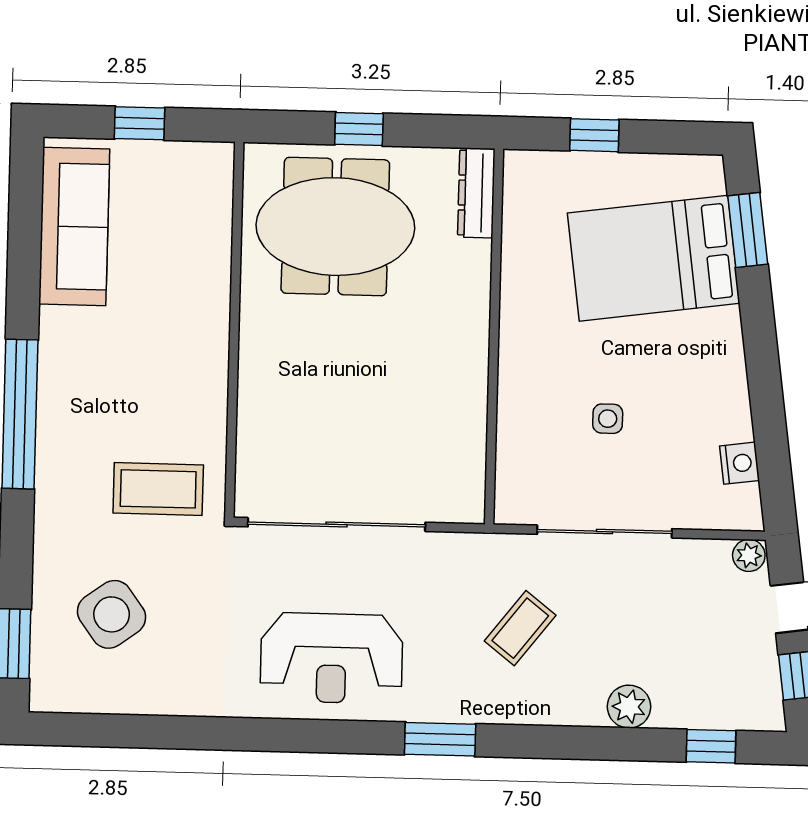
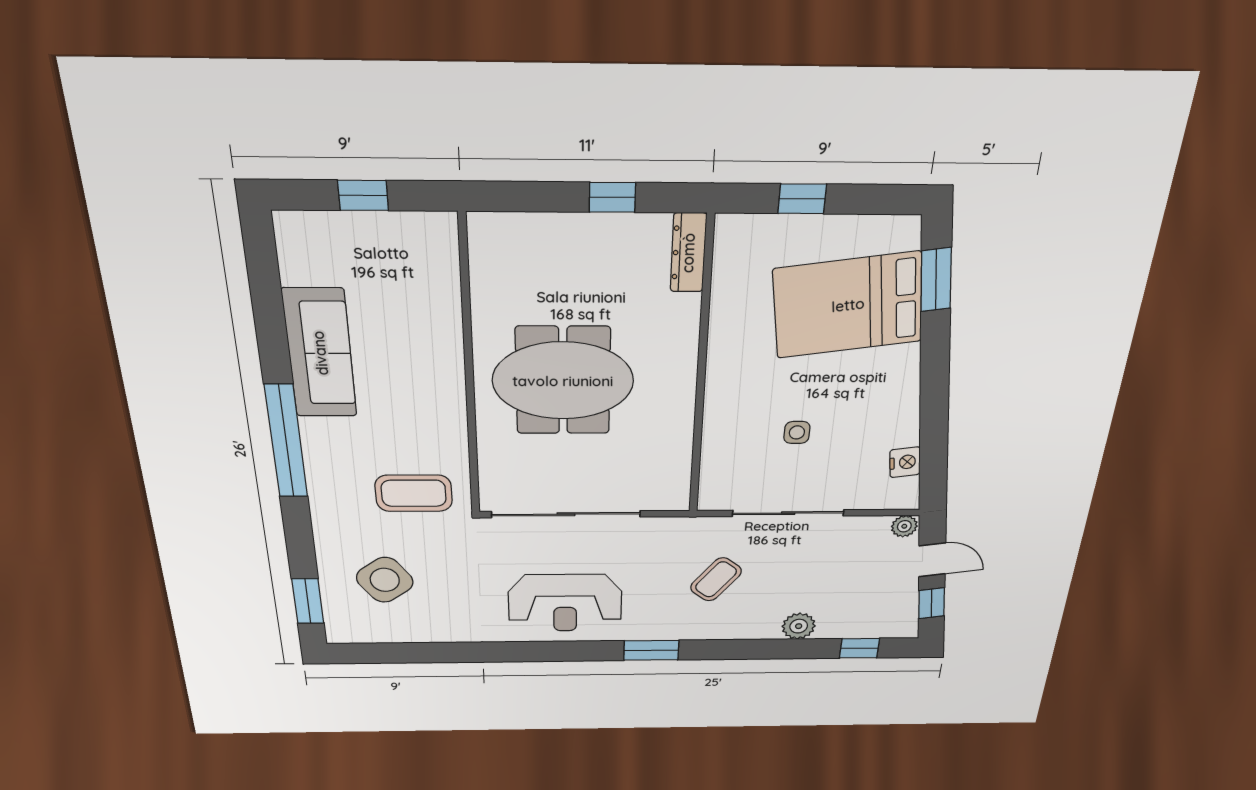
window: (359, 129) -> (612, 197), moved
sofa: (74, 226) -> (320, 353), moved
meeting table: (335, 227) -> (563, 381), moved

